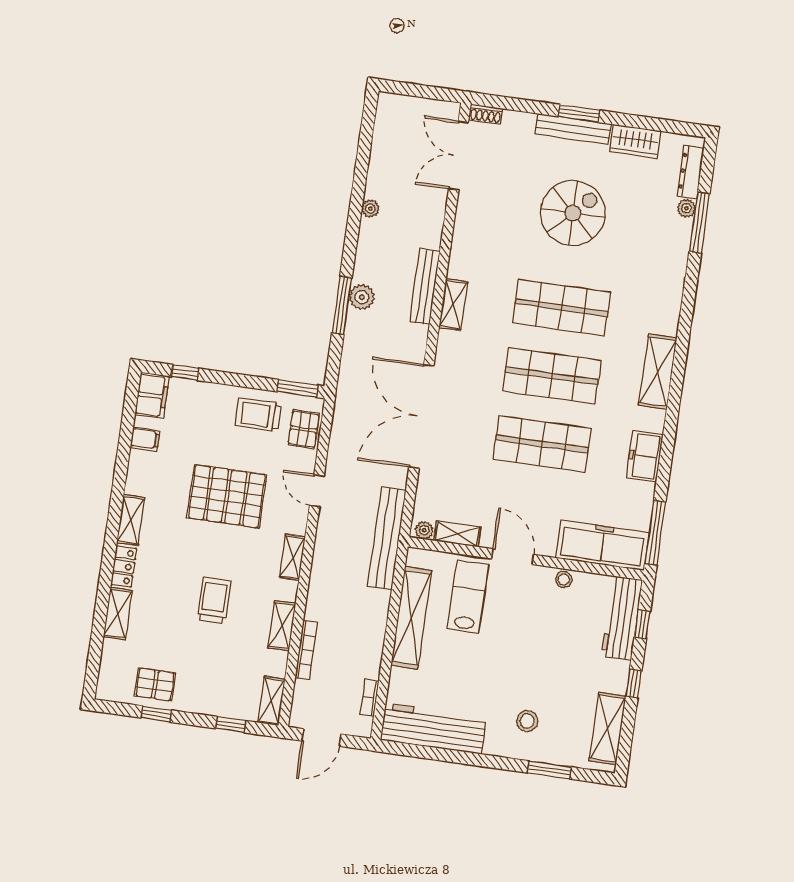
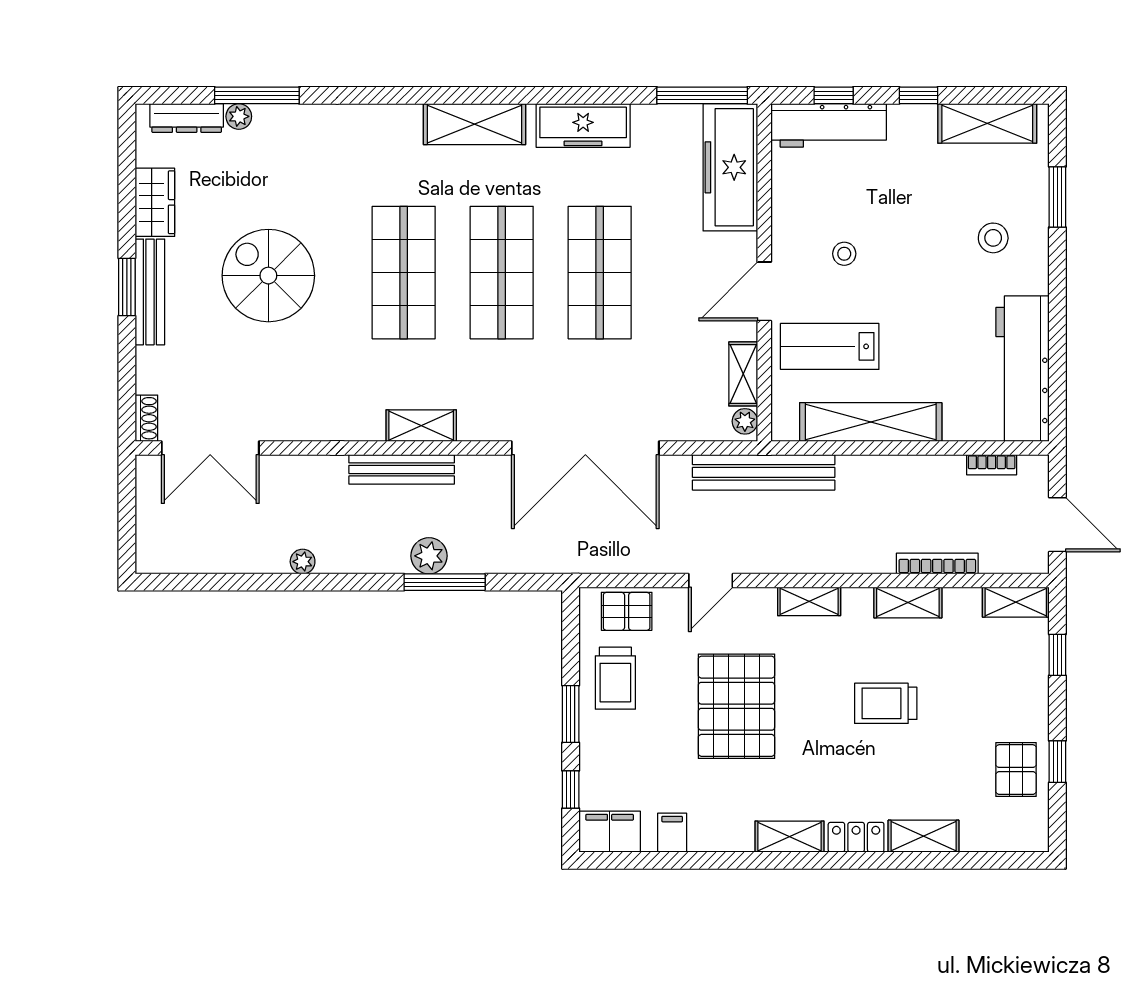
window: (297, 388) -> (571, 714), moved
freezer: (645, 456) -> (583, 125), width x1.40
stool: (564, 580) -> (844, 254), moved

